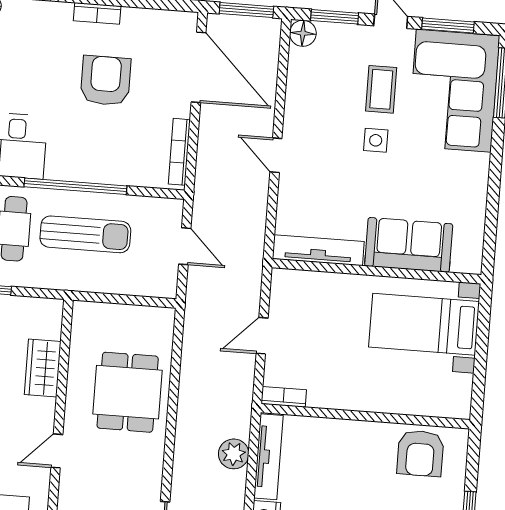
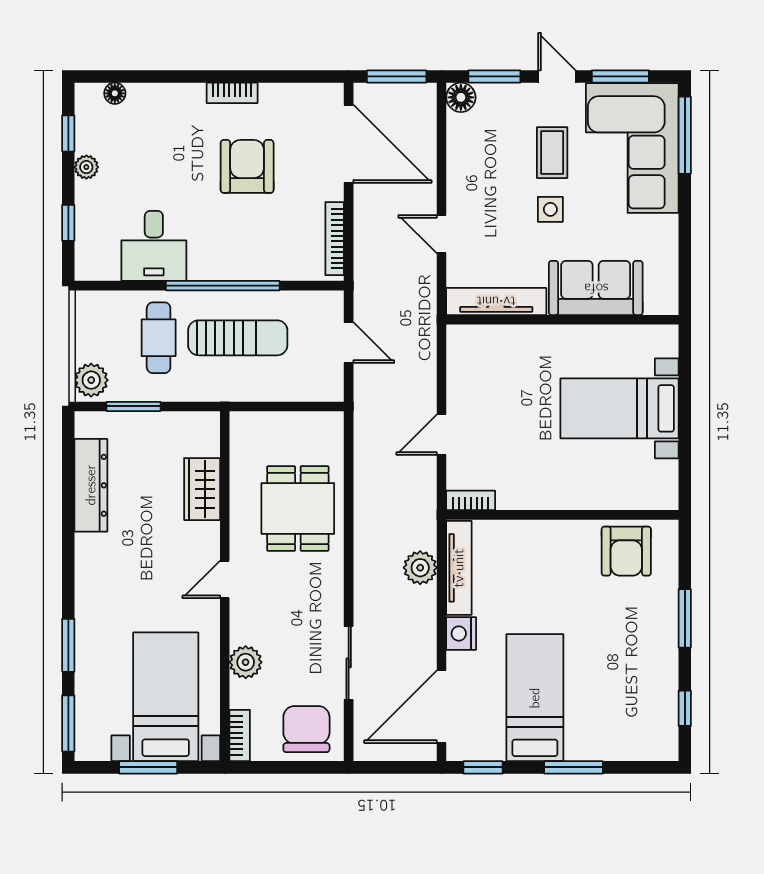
sofa: (409, 245) -> (596, 288), moved
tv unit: (318, 250) -> (496, 301), moved
wall: (376, 271) -> (562, 320), moved

